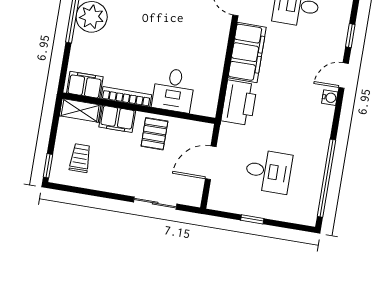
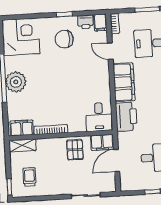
desk: (174, 90) -> (99, 117), moved
filing cabinet: (117, 119) -> (102, 142), moved

